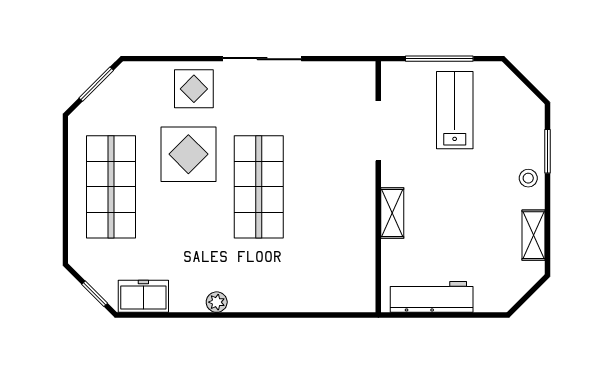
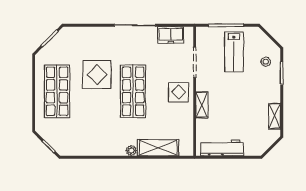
display table: (194, 89) -> (179, 92), moved
lab bench: (455, 110) -> (234, 52), turned 180
stool: (528, 178) -> (266, 62), moved
freezer: (143, 296) -> (171, 35), moved, turned 180
shelving: (307, 297) -> (158, 148), added
plant: (217, 302) -> (131, 151), moved

